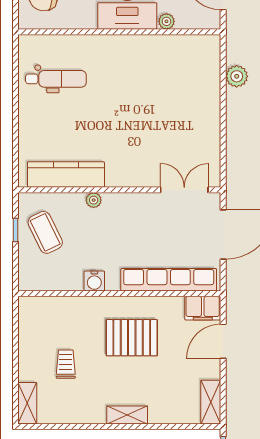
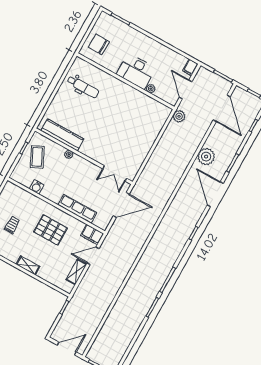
plant: (237, 76) -> (179, 116), moved
double door: (184, 190) -> (115, 173), swing flipped
row of seats: (169, 280) -> (77, 209), width x0.73
water cooler: (94, 281) -> (37, 187), moved
shelving: (211, 402) -> (76, 272), moved

